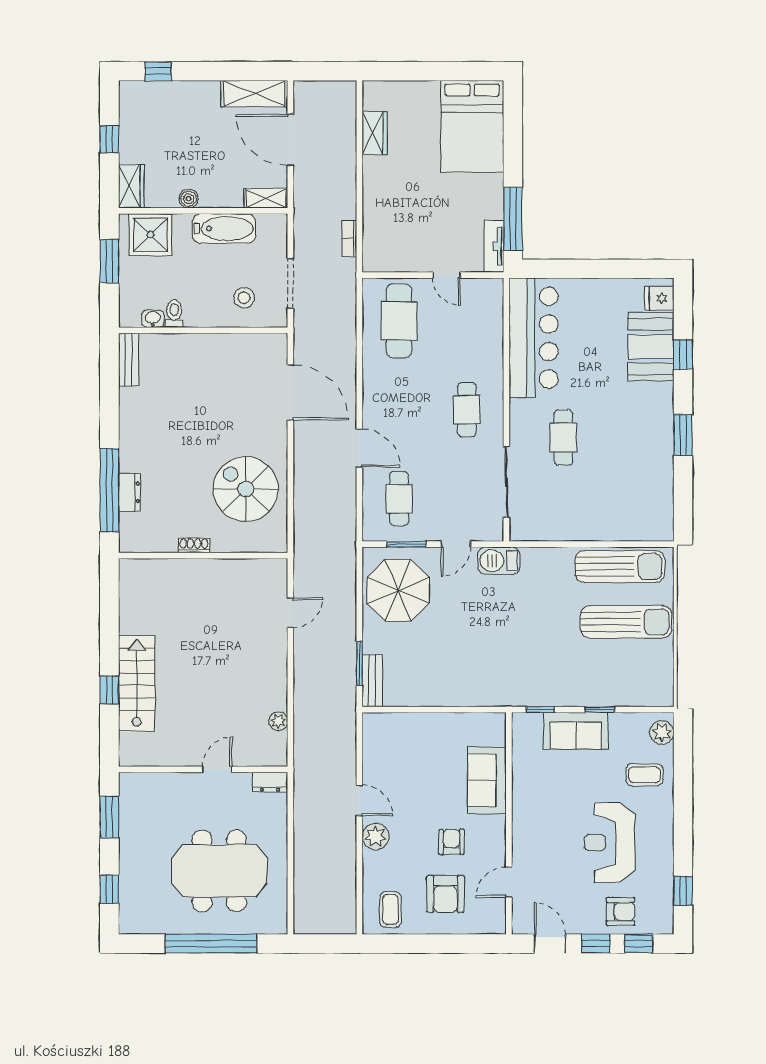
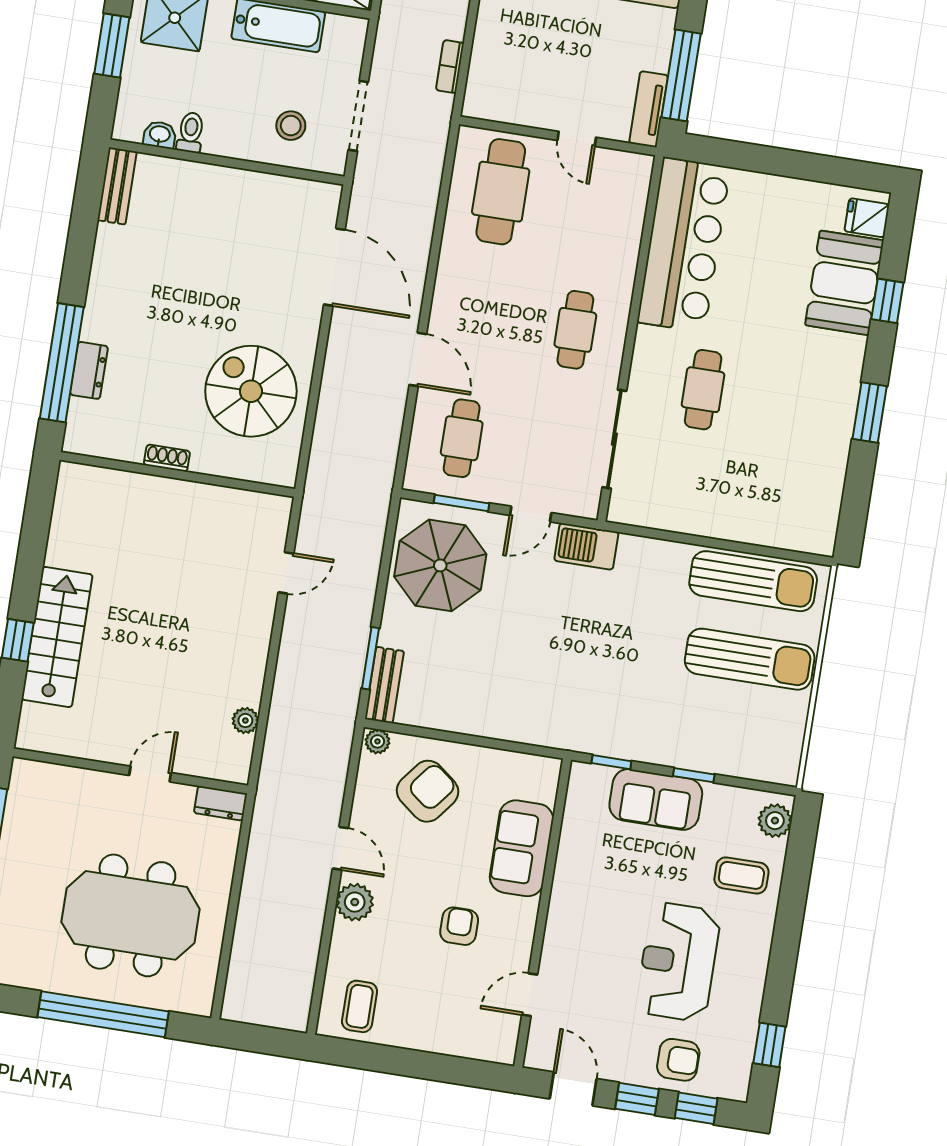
plant: (374, 721) -> (377, 741), added
armchair: (445, 894) -> (428, 791), moved, turned -142

